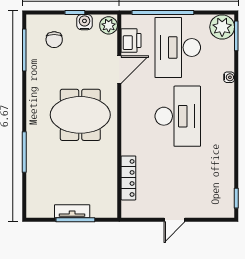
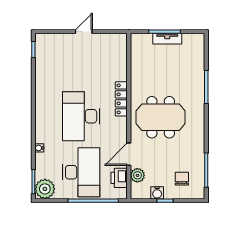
plant: (109, 25) -> (137, 175), moved
locker: (128, 178) -> (121, 99), moved

